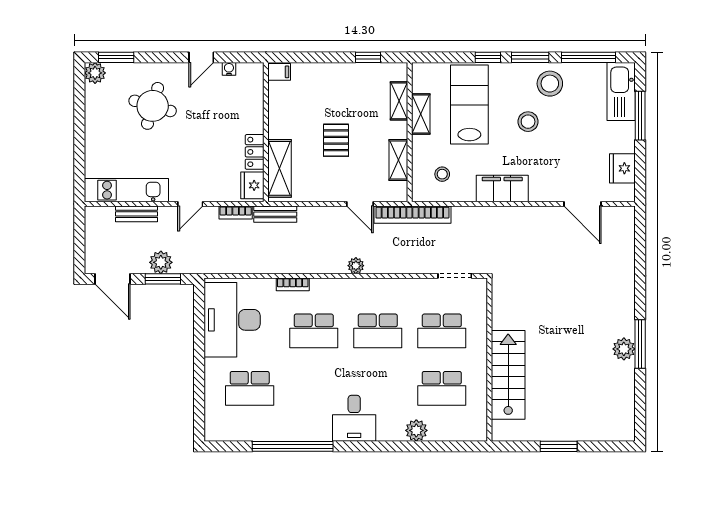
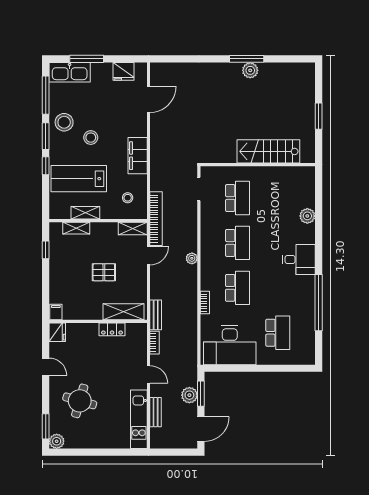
water cooler: (229, 69) -> (54, 347), removed
shelving: (398, 160) -> (133, 228), moved
fridge: (252, 185) -> (57, 332), moved, turned -90
school desk: (442, 388) -> (278, 198), removed

